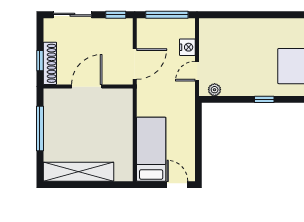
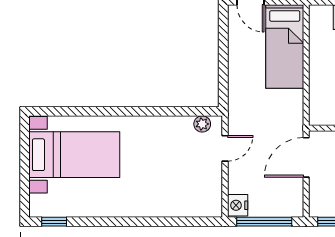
nightstand: (187, 47) -> (238, 205), moved
window: (264, 99) -> (137, 111), removed

